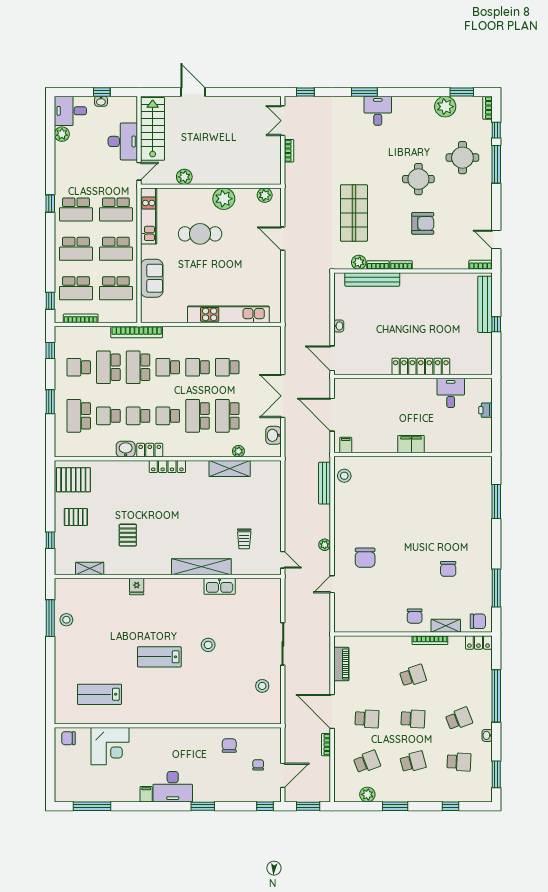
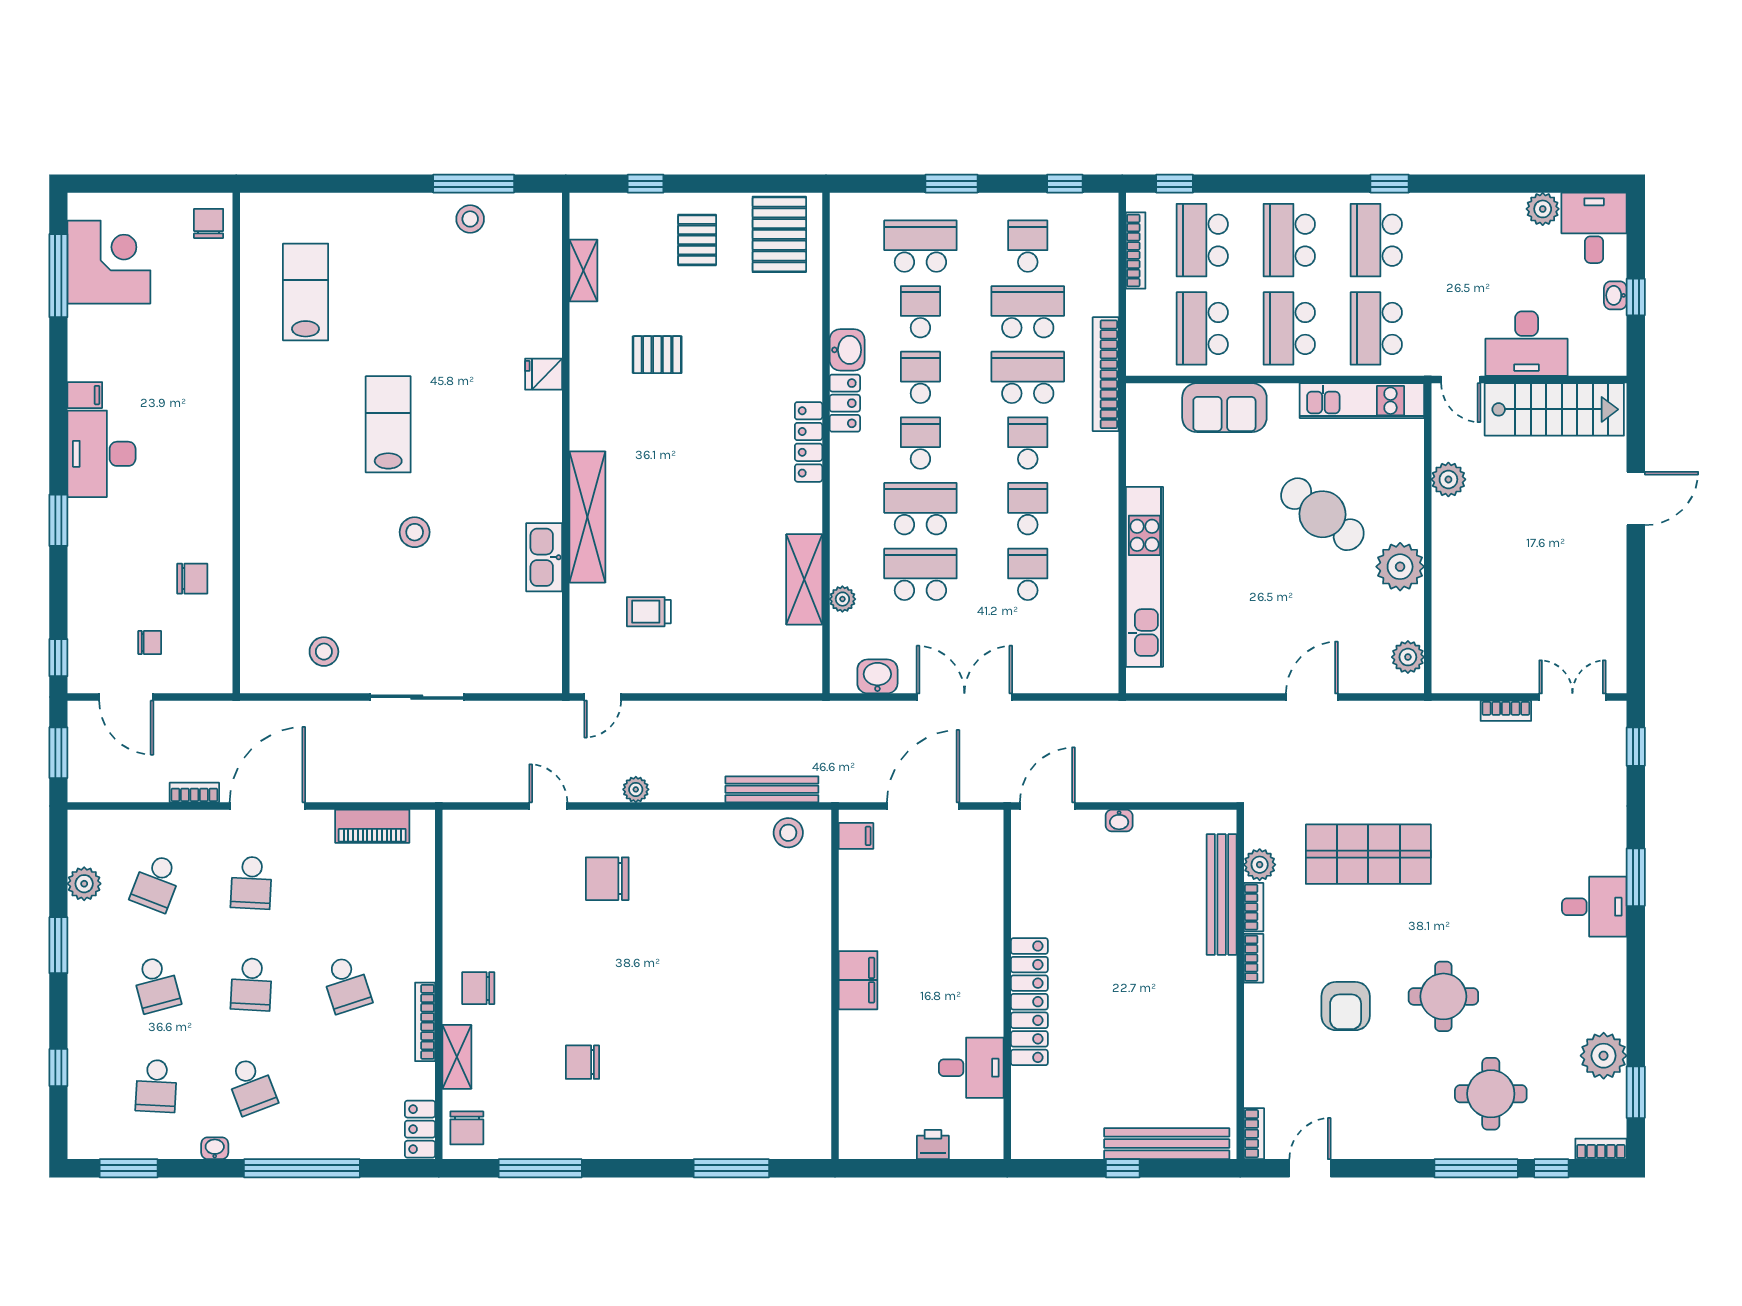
cafe table: (200, 234) -> (1322, 514), turned -52
corner desk: (110, 746) -> (109, 262), moved, turned 180
school desk: (367, 762) -> (156, 883), turned 42

